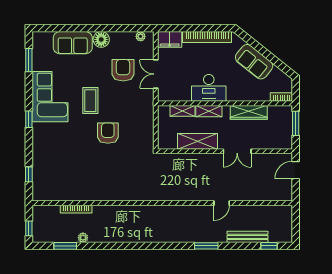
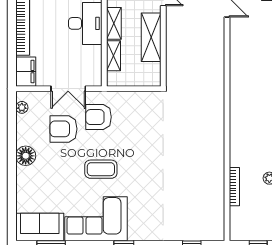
sofa: (73, 43) -> (40, 227), moved, turned -90
armchair: (108, 133) -> (98, 117), moved

